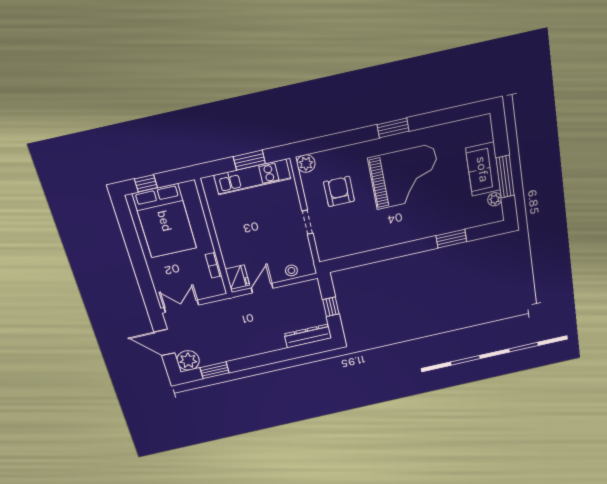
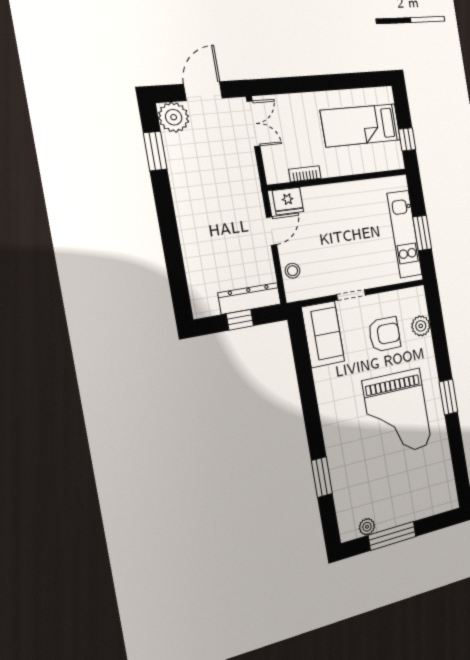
plant: (306, 164) -> (421, 326), moved
sofa: (483, 169) -> (323, 334), moved, turned 90
window: (146, 183) -> (407, 139), moved
bed: (165, 221) -> (361, 125), width x0.67
door: (262, 288) -> (271, 231), hinge flipped
dresser: (308, 336) -> (250, 298), moved, turned -90

